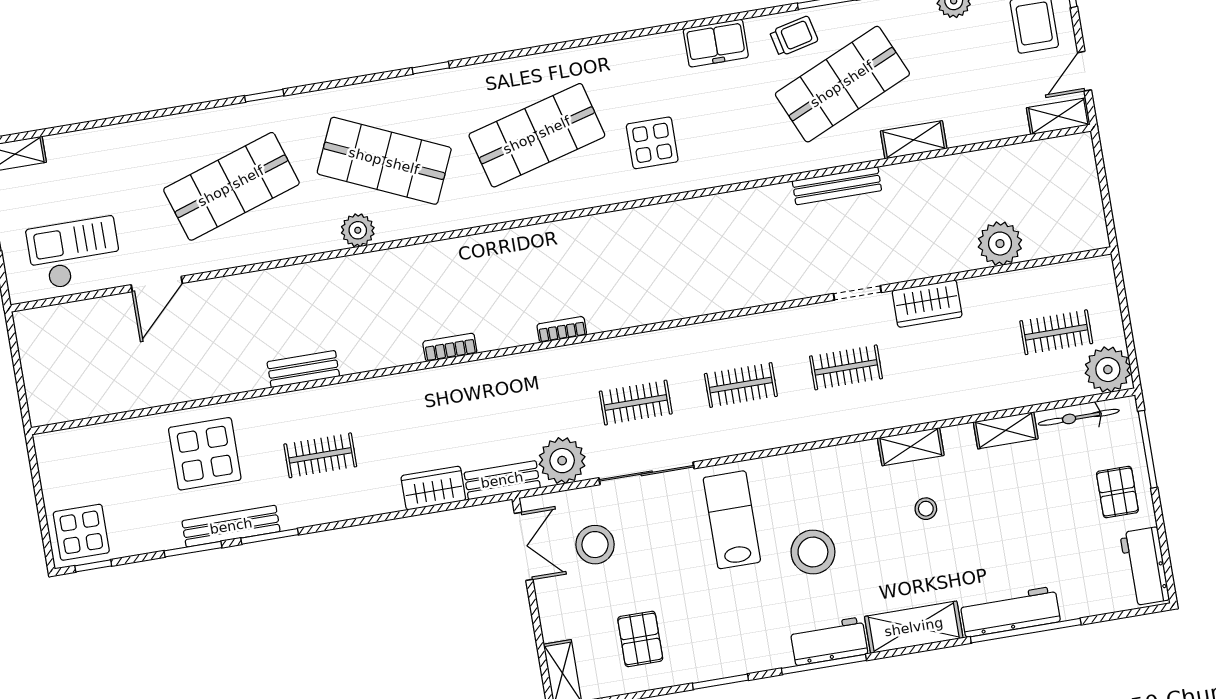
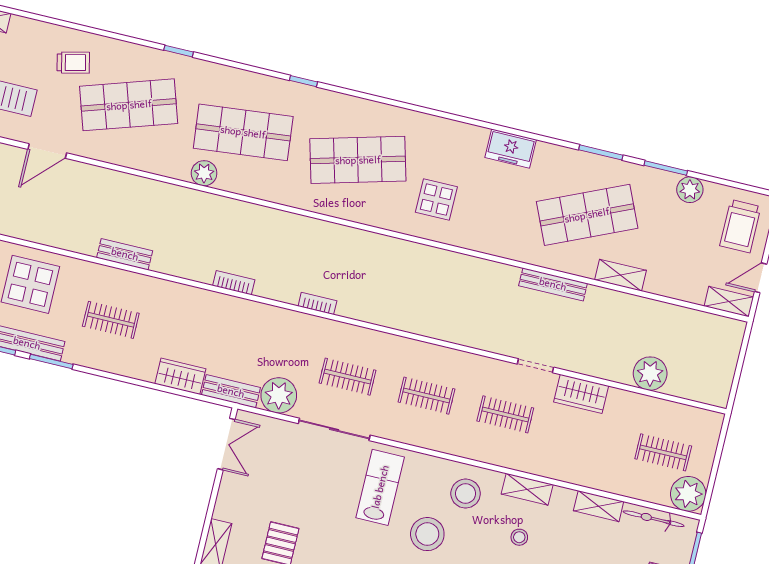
trolley: (794, 36) -> (73, 63), moved
shop shelf: (384, 161) -> (243, 132), turned -30
stool: (595, 545) -> (466, 494), moved

